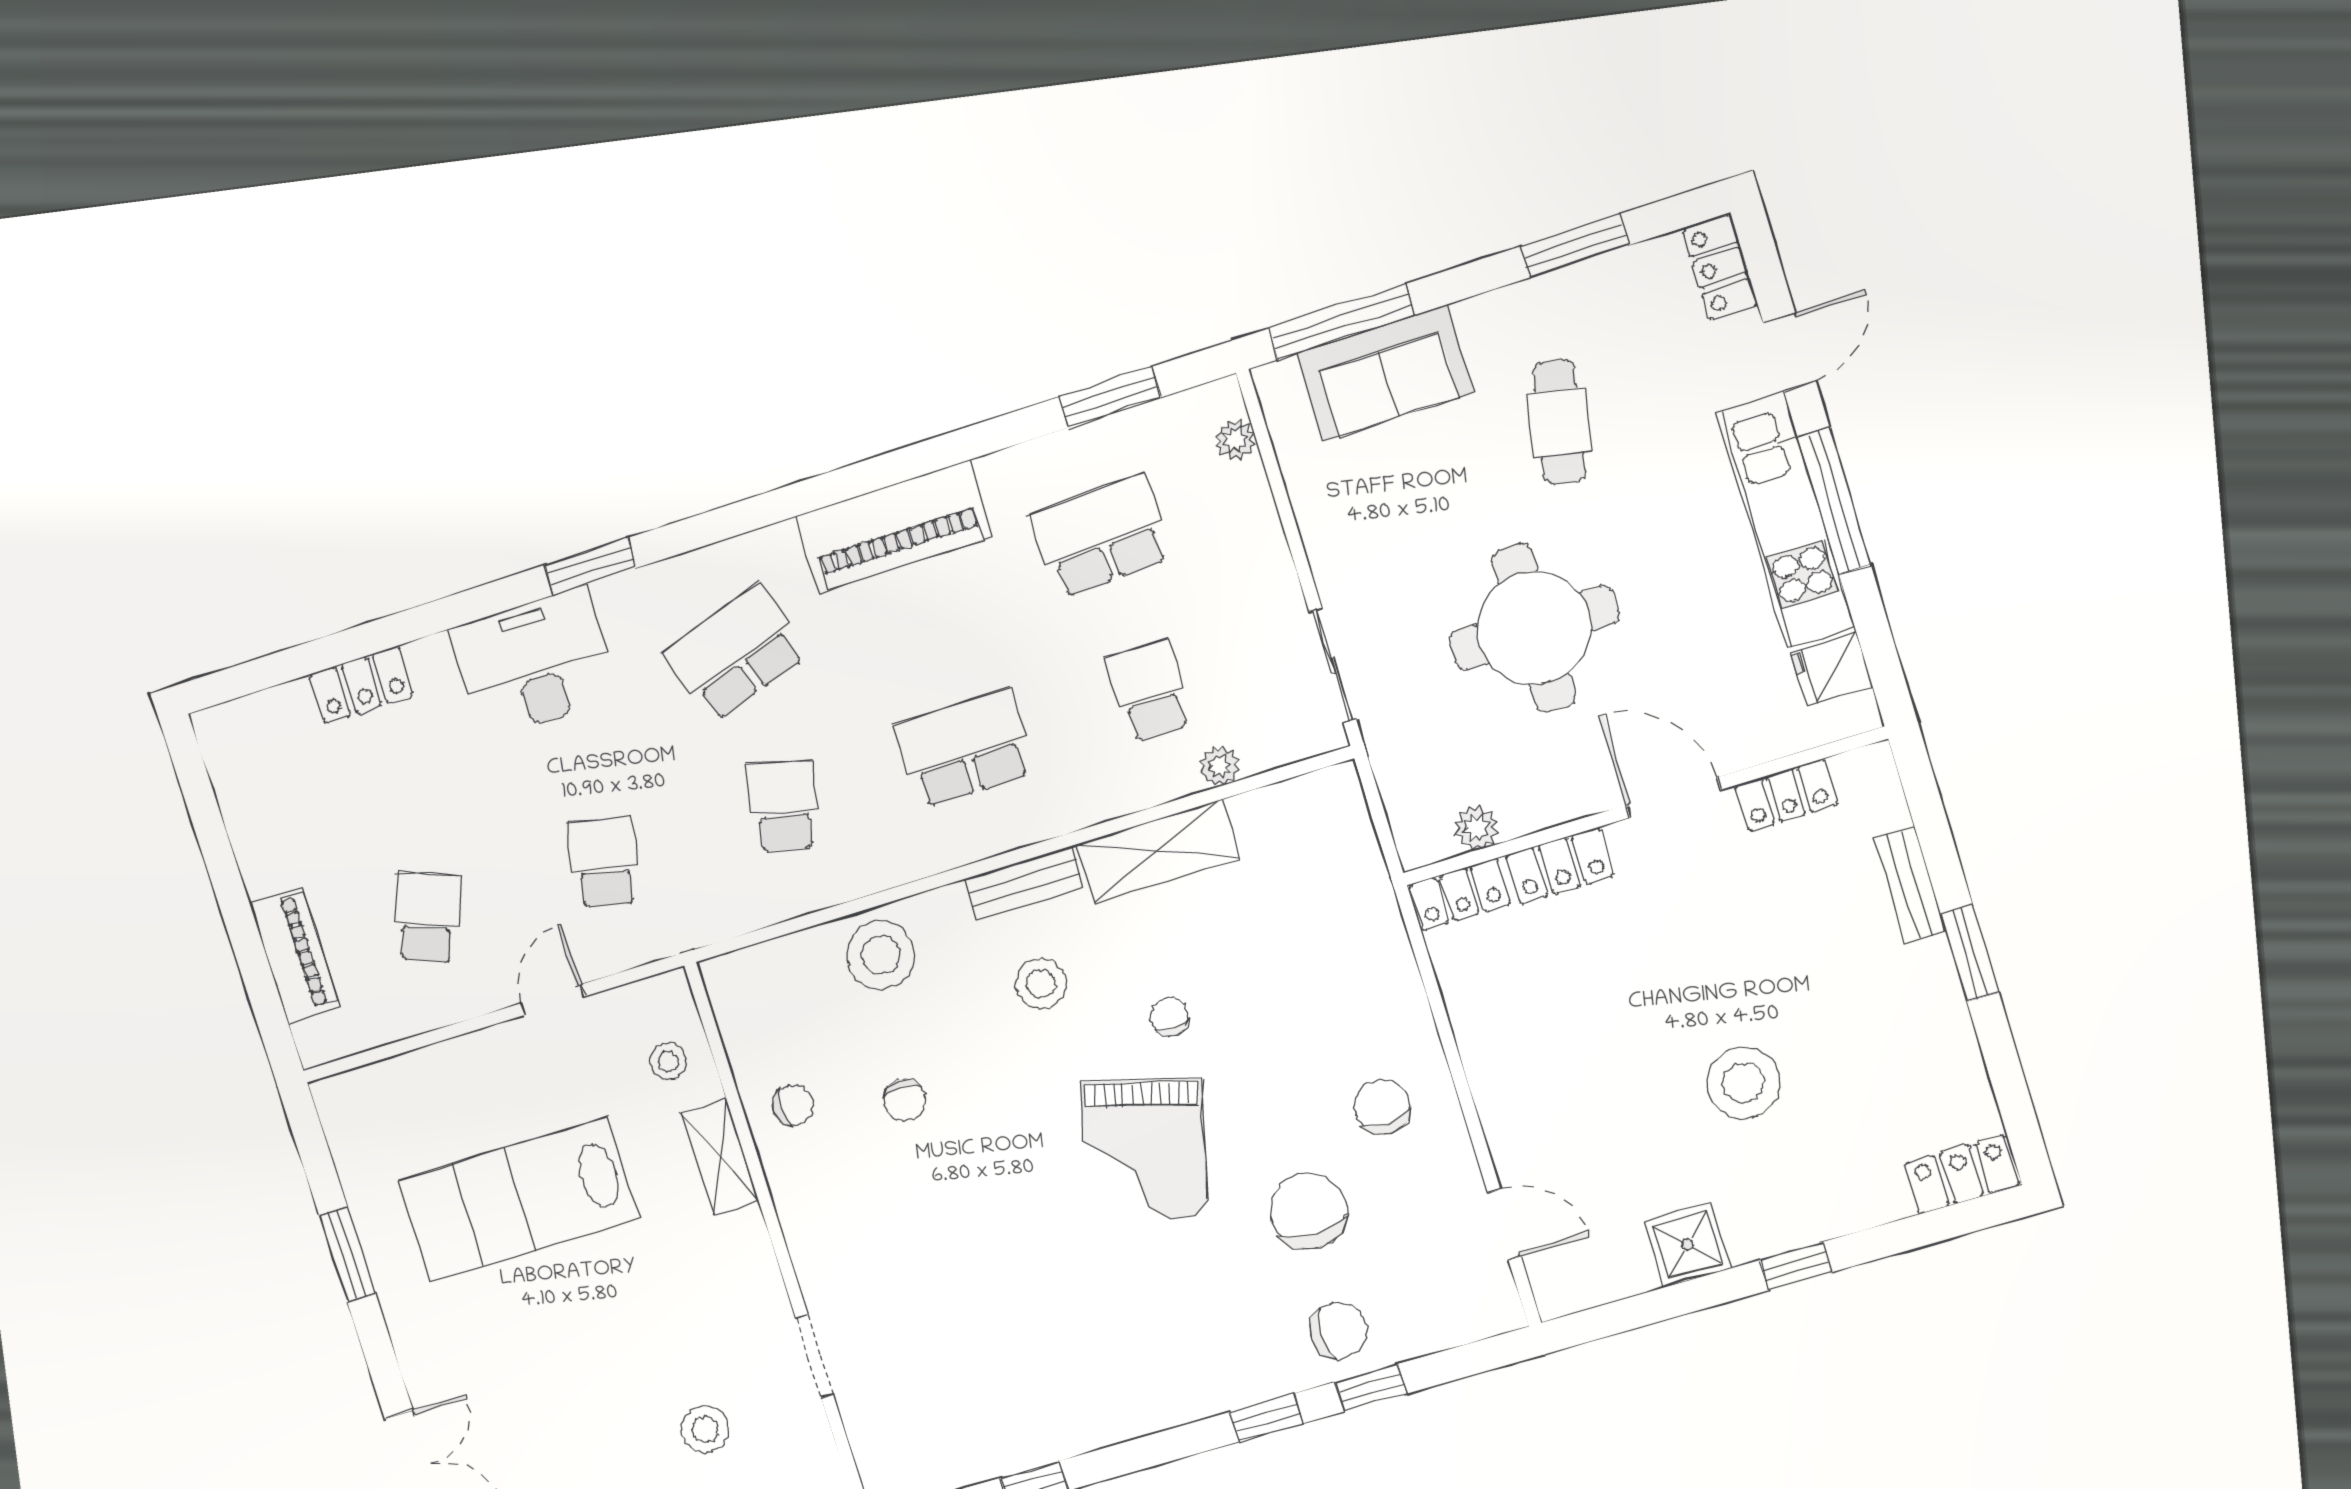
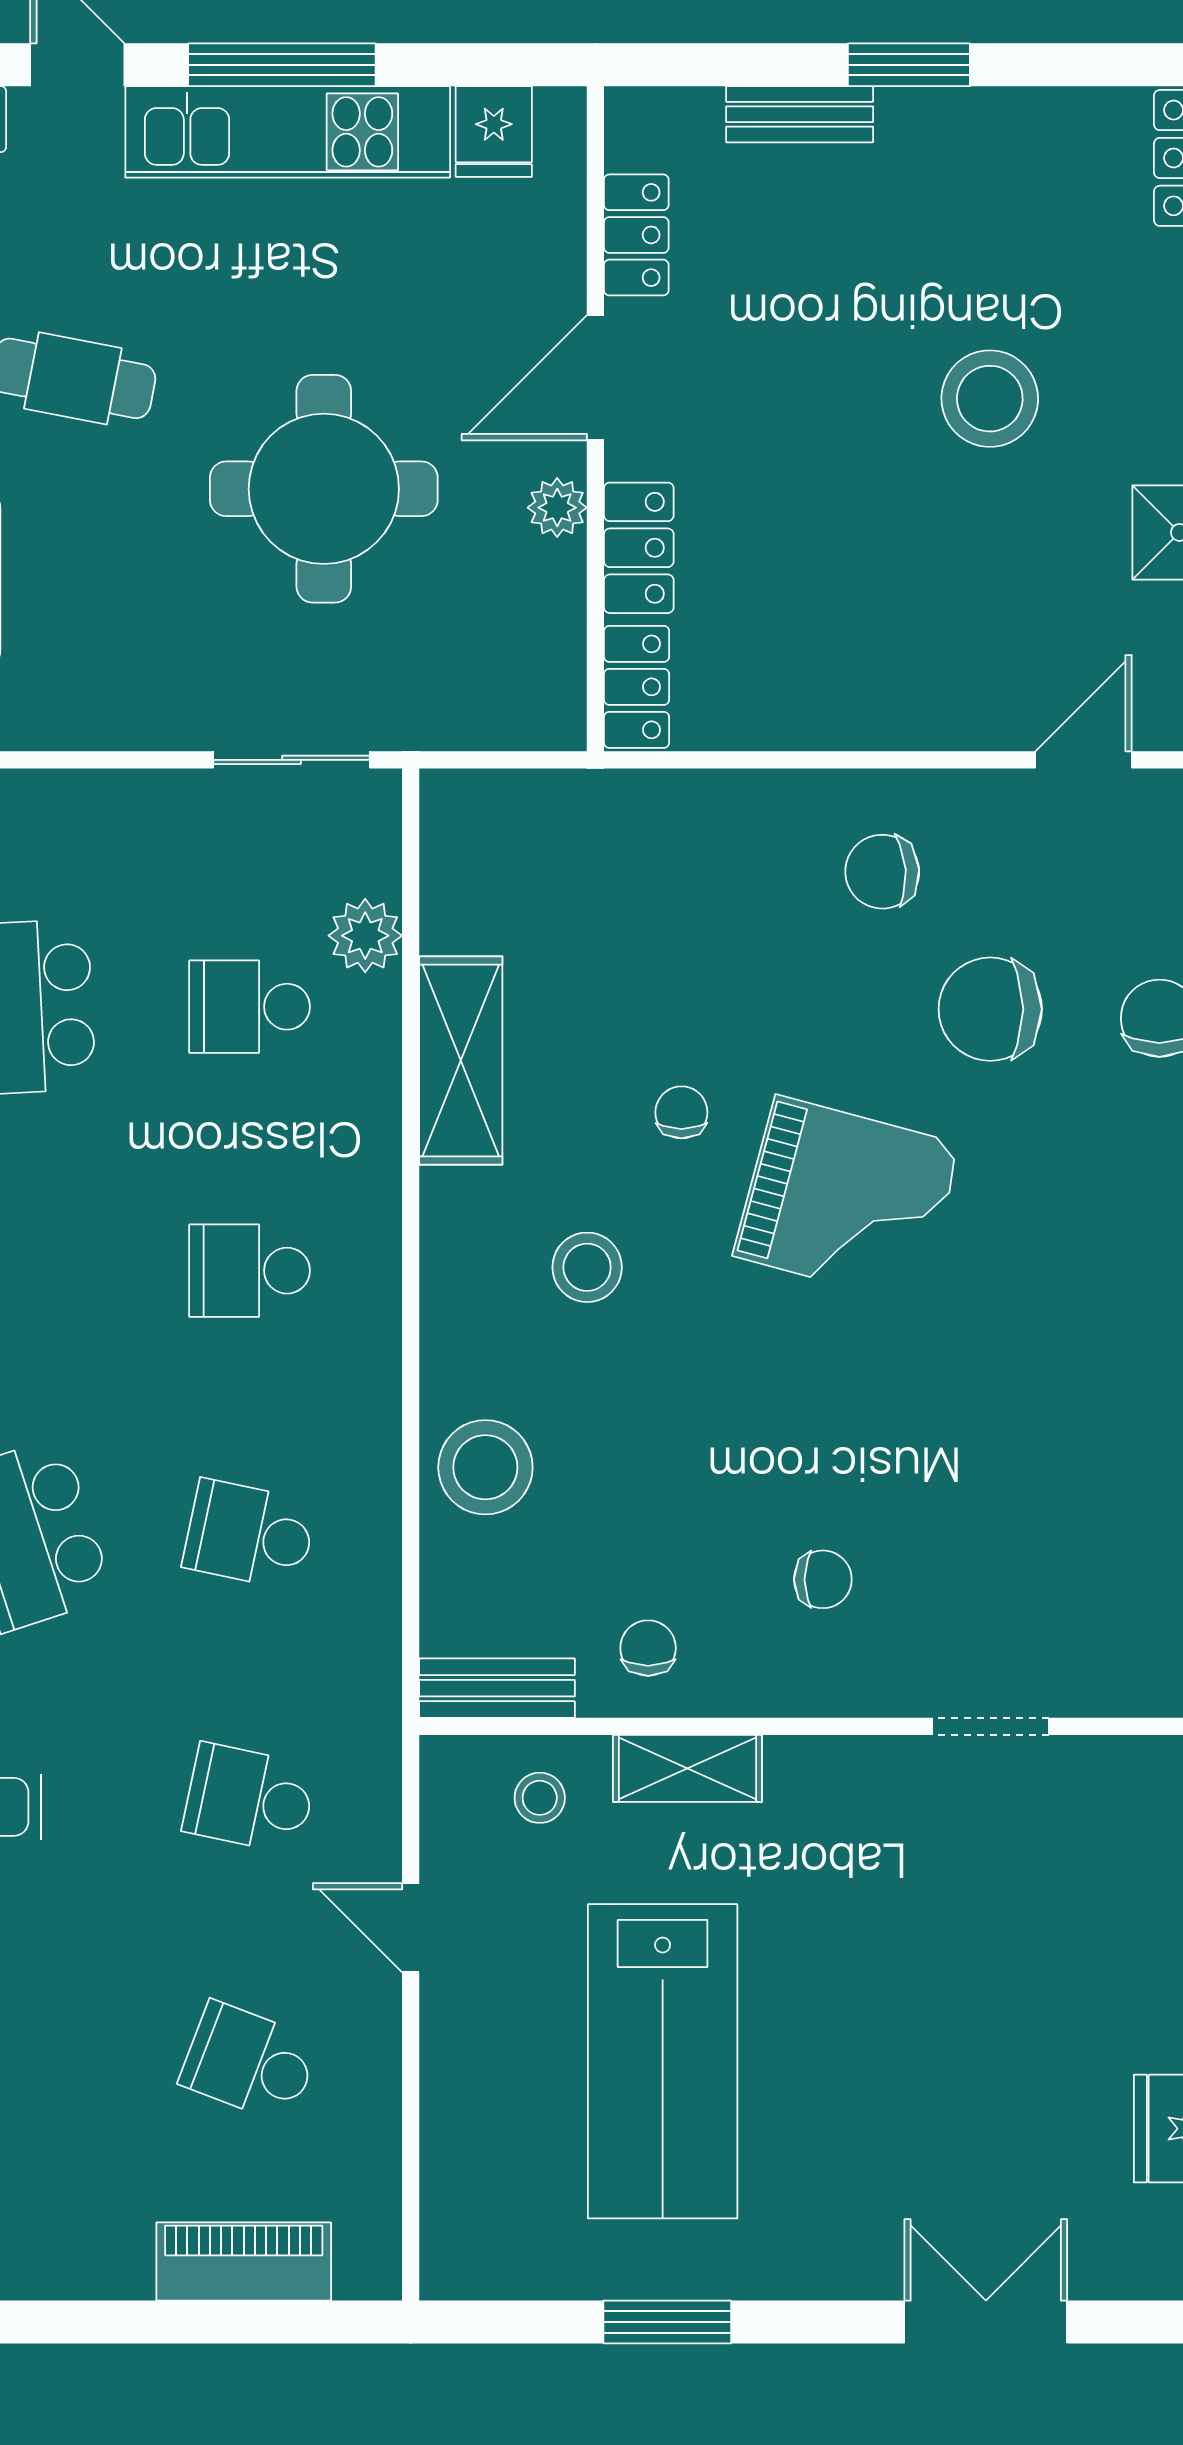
school desk: (965, 748) -> (250, 1271), width x0.54
plant: (1219, 766) -> (365, 936), width x1.38, depth x1.38
plant: (1476, 828) -> (557, 508), moved
bench: (1024, 883) -> (497, 1688), moved, turned 90
chair: (1169, 1017) -> (681, 1112), turned 94
chair: (905, 1100) -> (823, 1579), moved
stool: (705, 1429) -> (1046, 1907), removed

